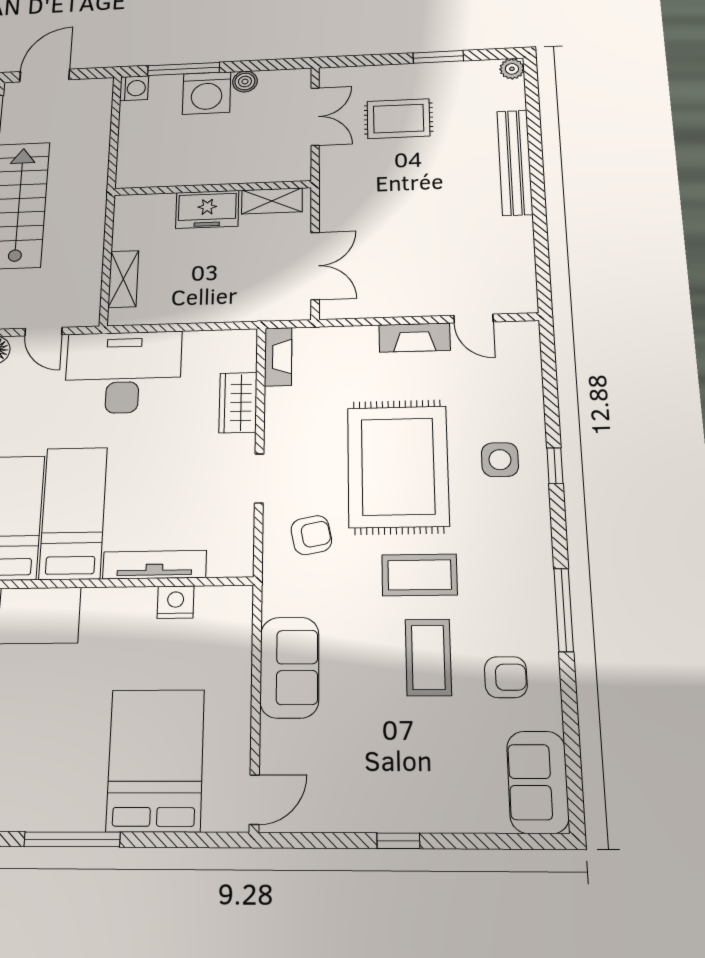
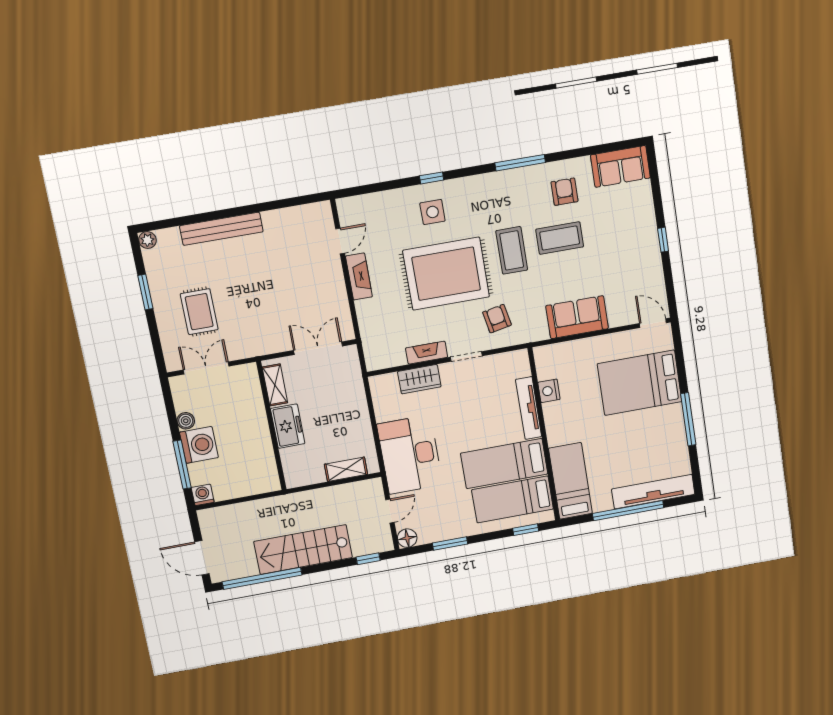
fireplace: (278, 357) -> (427, 353), moved

